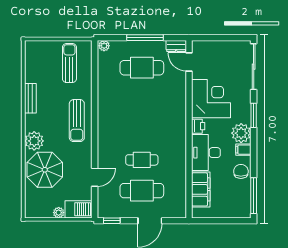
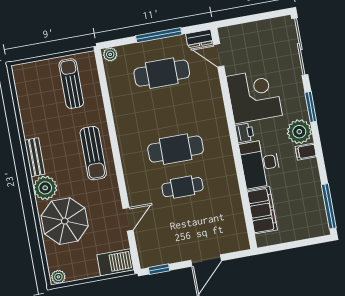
bench: (30, 98) -> (35, 157), moved
chair: (241, 171) -> (308, 179), removed
cafe table: (142, 191) -> (176, 149), moved
plant: (59, 213) -> (58, 277), moved

